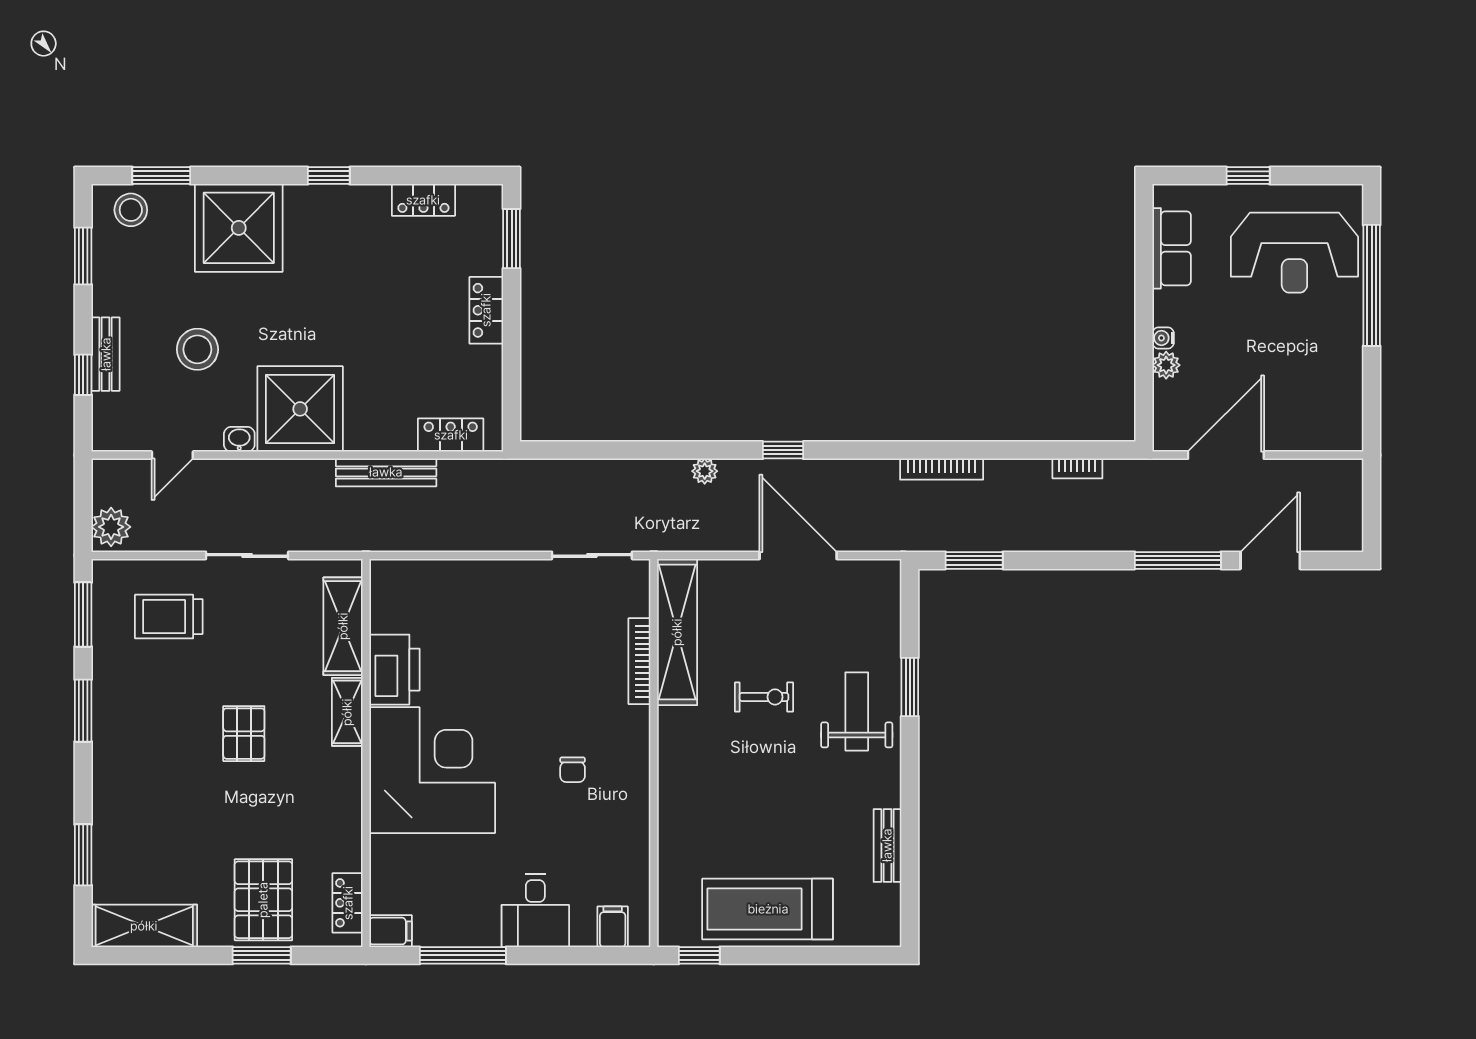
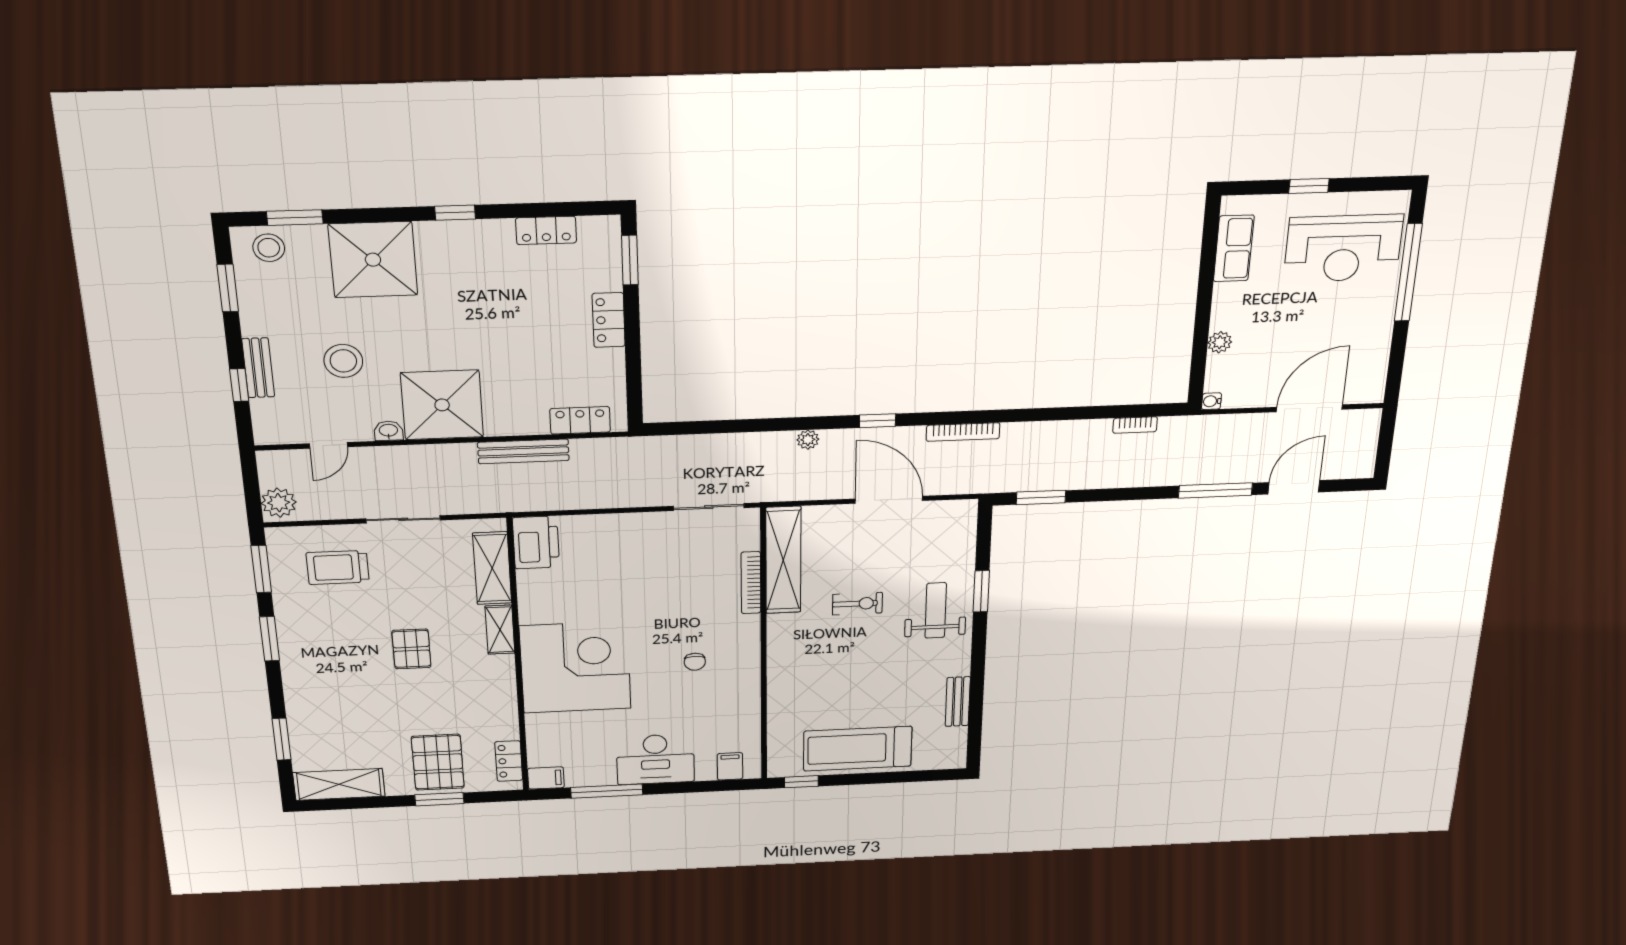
water cooler: (1163, 338) -> (1211, 401), moved
door: (1226, 455) -> (1309, 408), moved
bookcase: (942, 469) -> (963, 432), moved
printer: (394, 670) -> (536, 542), moved
desk: (535, 911) -> (655, 759), width x1.37

